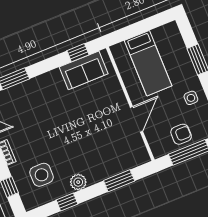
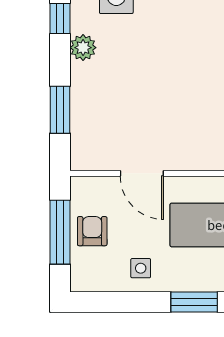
armchair: (181, 134) -> (92, 231), turned 180

